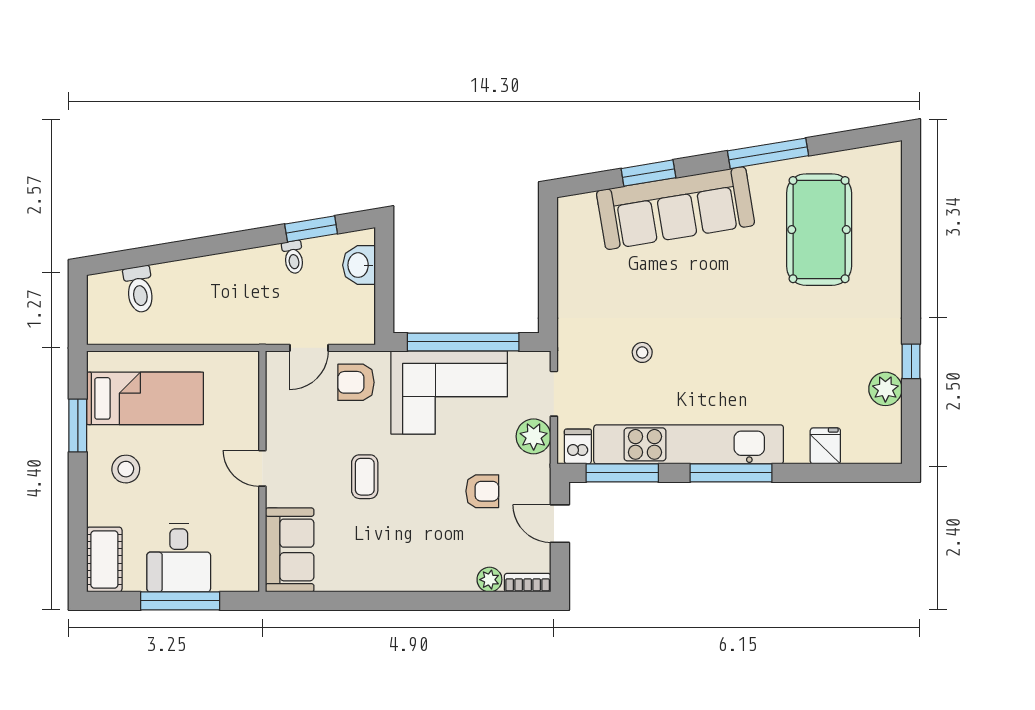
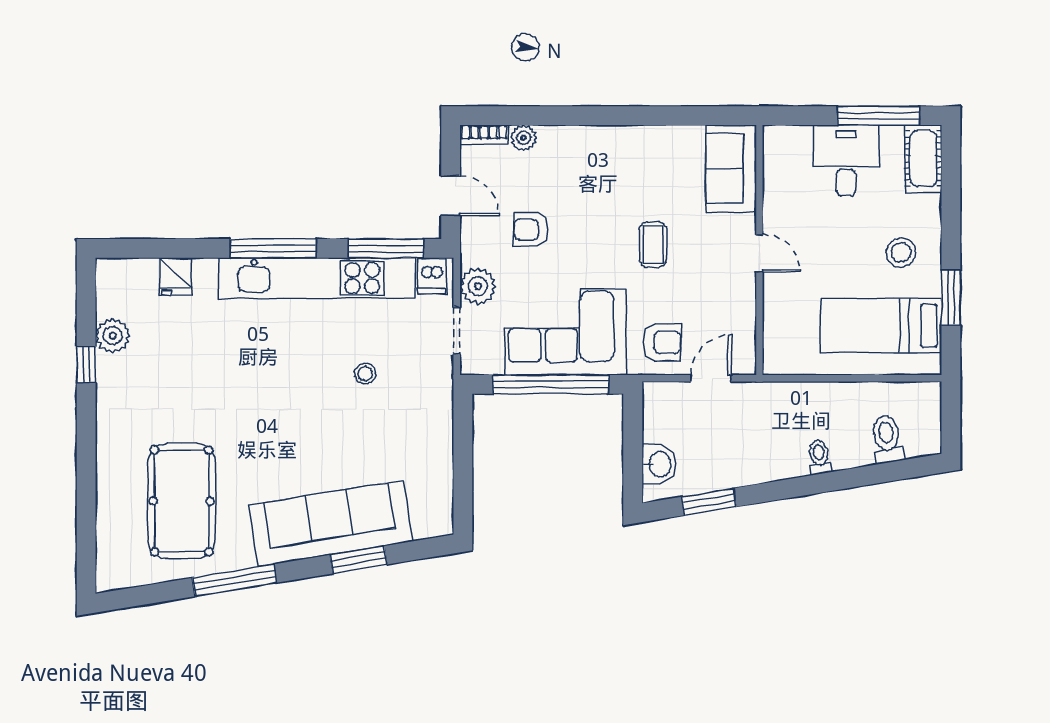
toilet: (293, 257) -> (819, 457), moved
window: (180, 601) -> (879, 116), moved

